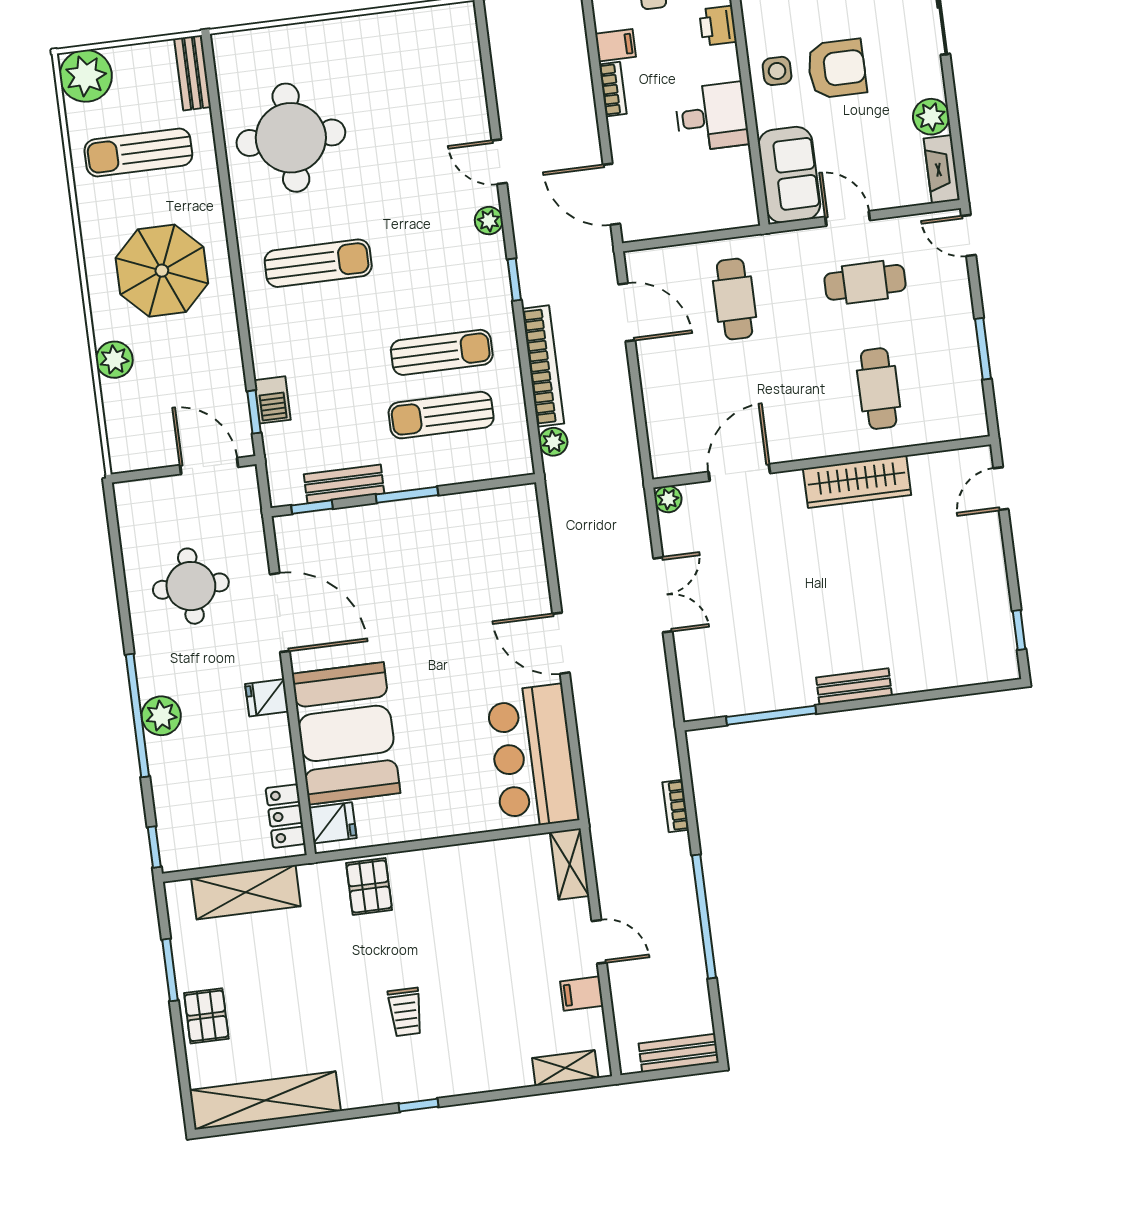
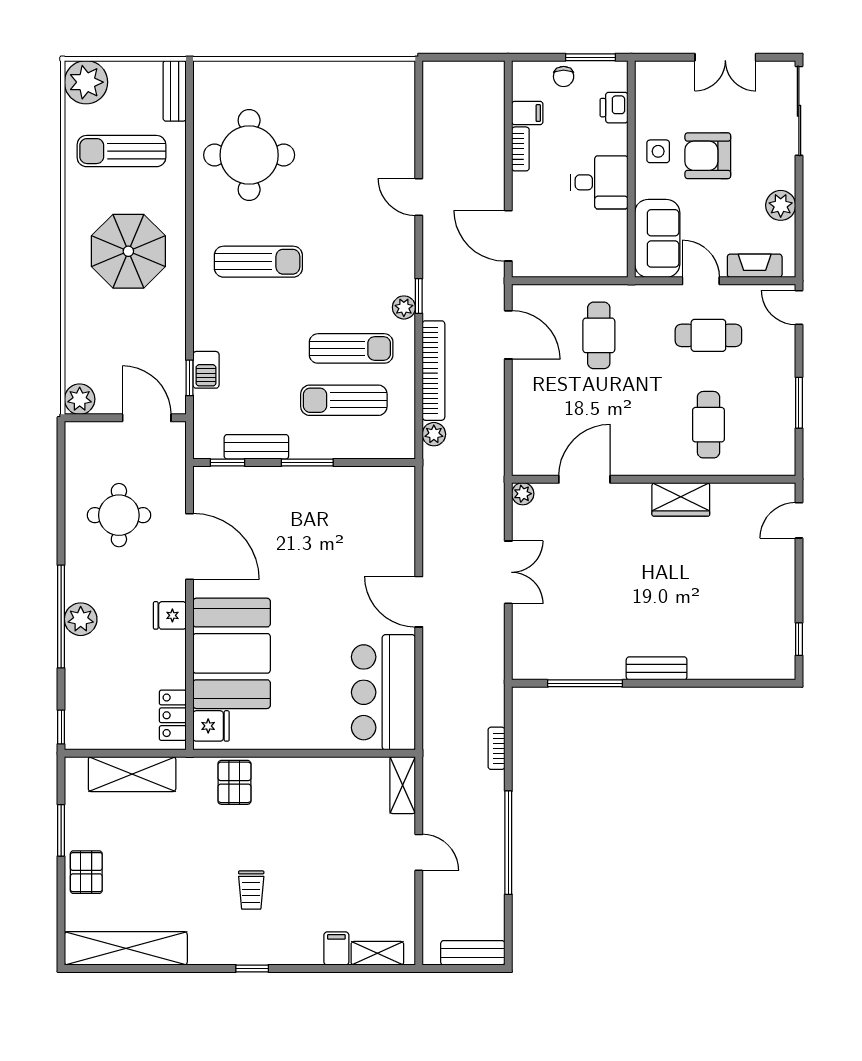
armchair: (837, 69) -> (708, 156), turned 180
fireplace: (942, 169) -> (755, 266), moved, turned 90
plant: (489, 221) -> (404, 307), moved
plant: (114, 360) -> (80, 399), moved
wardrobe: (857, 482) -> (681, 499), width x0.67
filing cabinet: (582, 994) -> (336, 949), moved, turned 90

